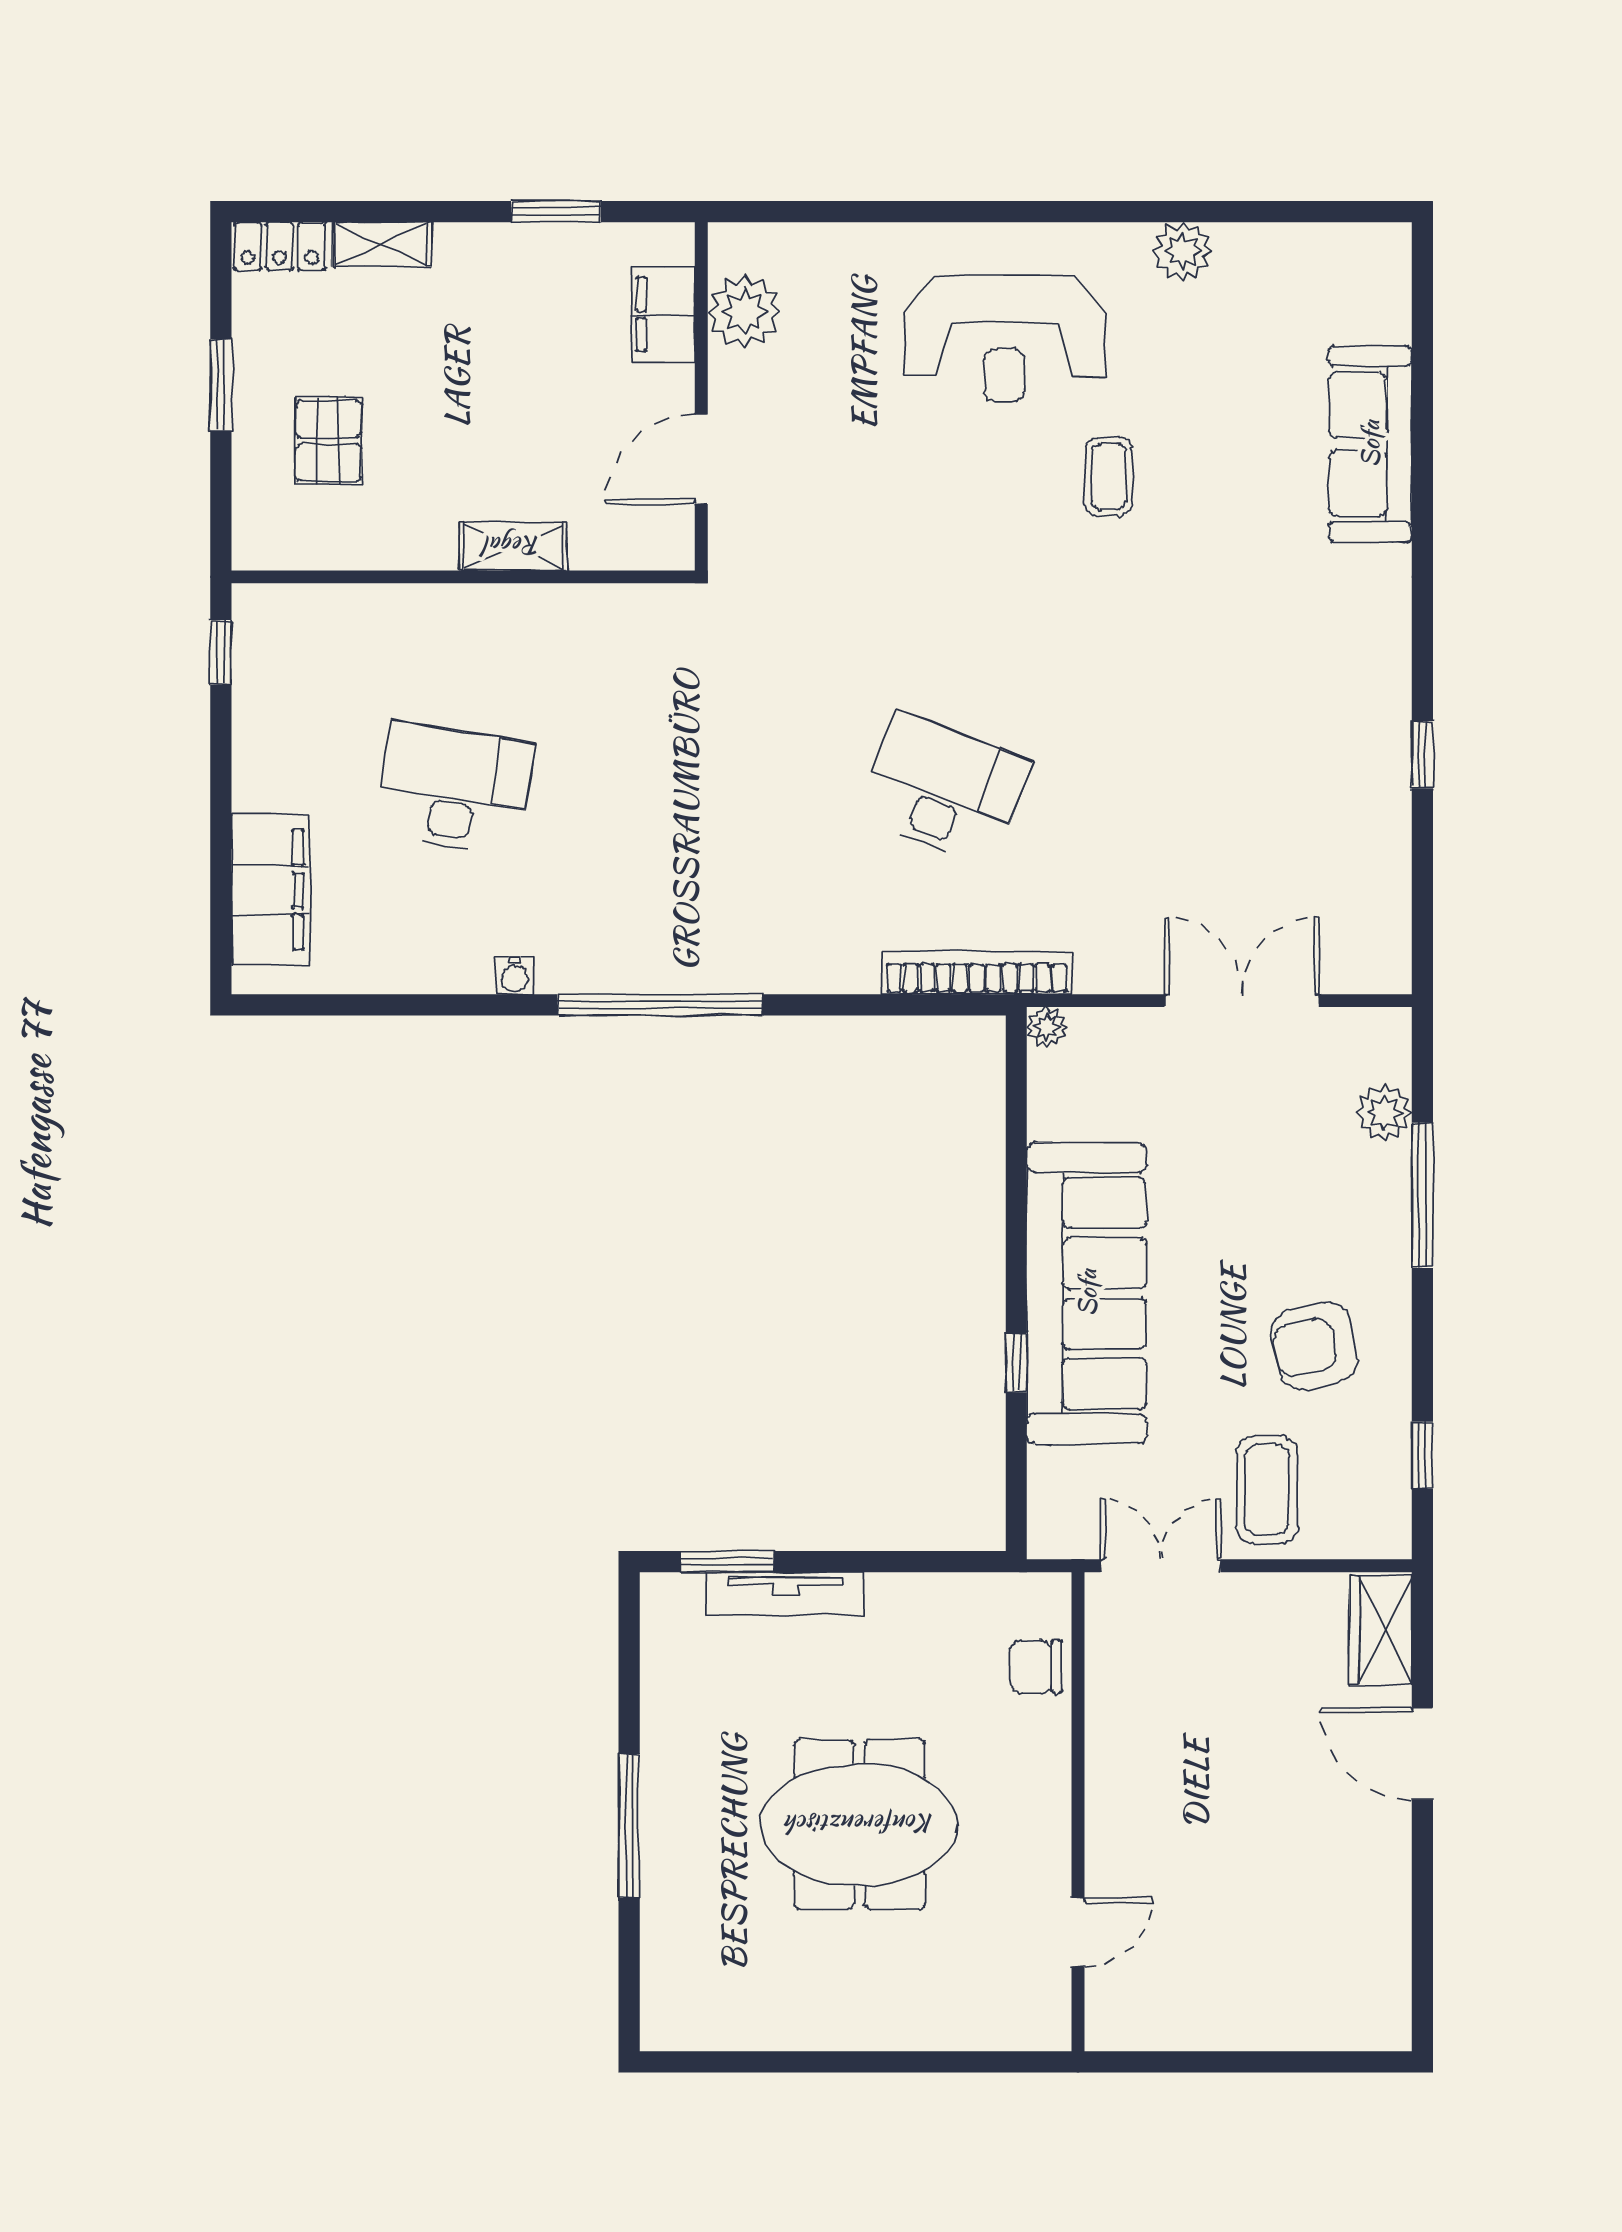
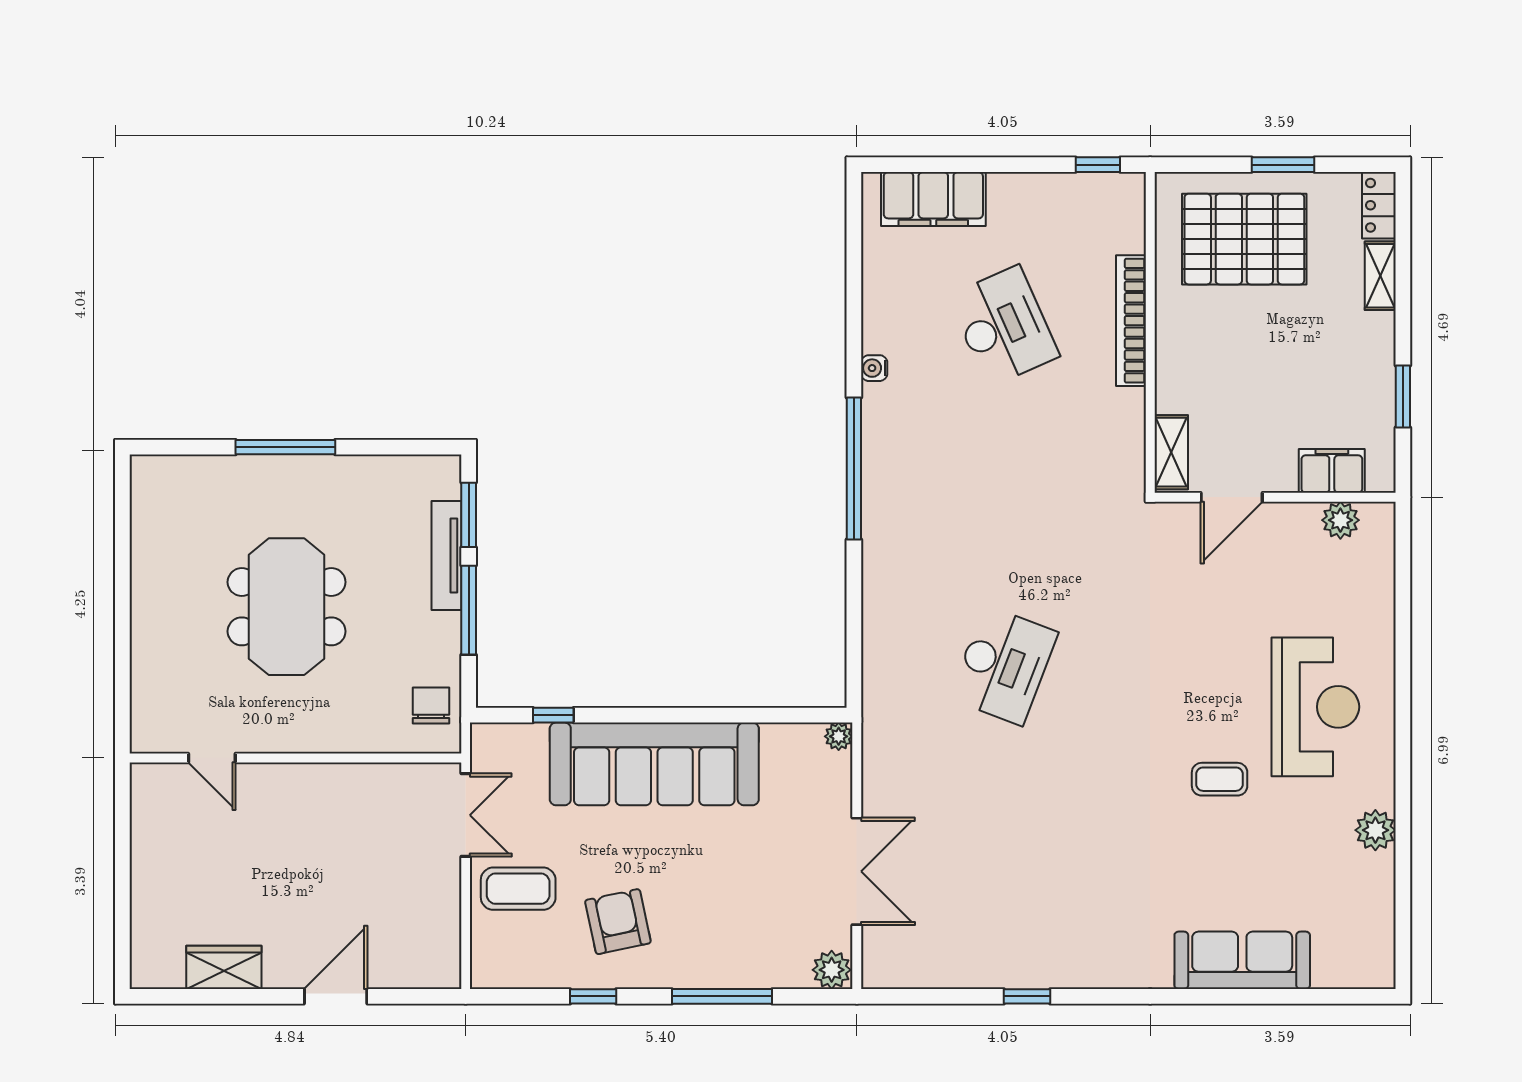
plant: (744, 312) -> (1340, 520), width x0.73, depth x0.73
reception desk: (1004, 338) -> (1315, 707), turned 180
pallet: (328, 441) -> (1244, 239), width x2.05, depth x2.00
door: (701, 459) -> (1232, 497), swing flipped
shelving: (513, 546) -> (1171, 452), moved
desk: (454, 789) -> (1003, 326), turned -33
bookcase: (977, 973) -> (1131, 321), moved, turned 180
plant: (1384, 1113) -> (832, 970), moved
window: (1016, 1363) -> (553, 715), moved
window: (1422, 1455) -> (593, 996), moved
window: (864, 1562) -> (469, 610), added
wardrobe: (1380, 1630) -> (224, 967), moved
chair: (1036, 1667) -> (431, 706), moved

